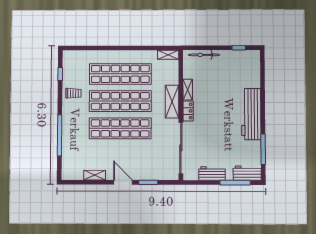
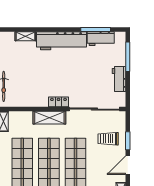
shelving: (188, 90) -> (25, 36), moved
trolley: (150, 162) -> (108, 139), added
workbench: (247, 173) -> (101, 39), moved, turned -90

